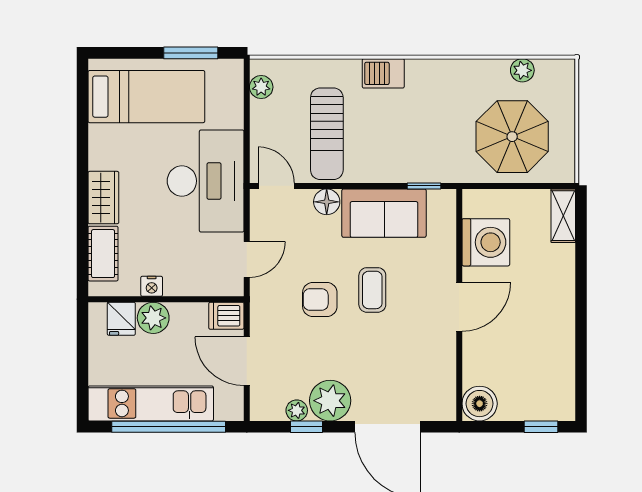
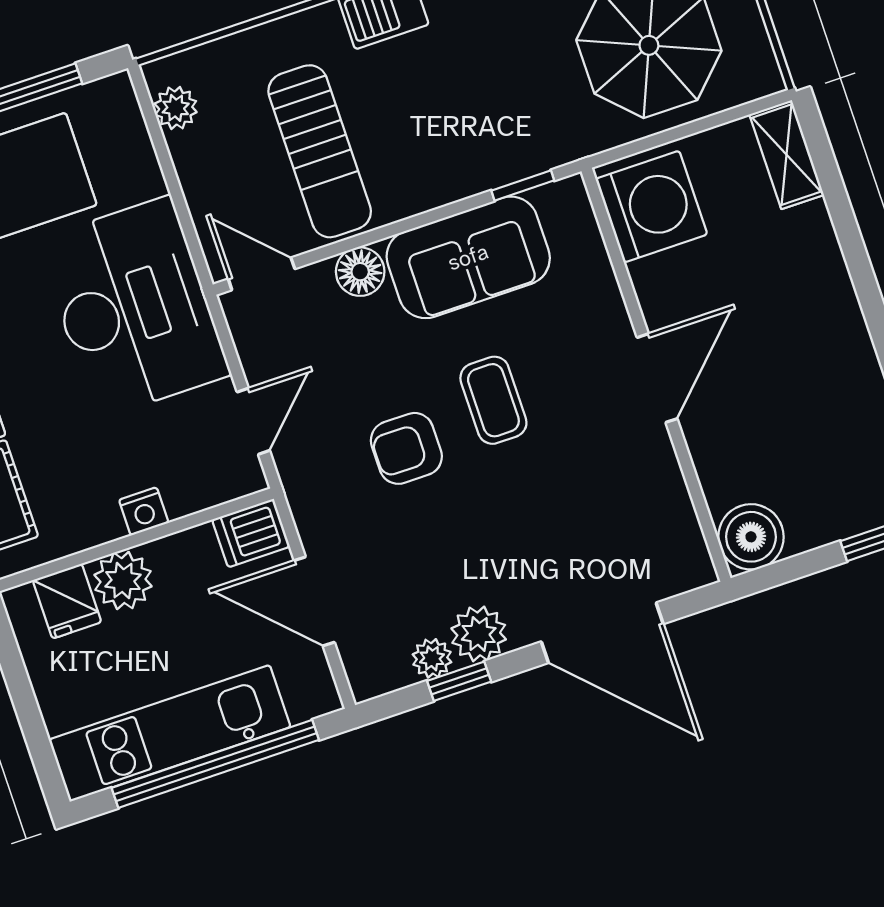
washing machine: (486, 242) -> (651, 207), moved
nightstand: (152, 286) -> (144, 511), moved
plant: (330, 401) -> (479, 634), width x0.73, depth x0.73

